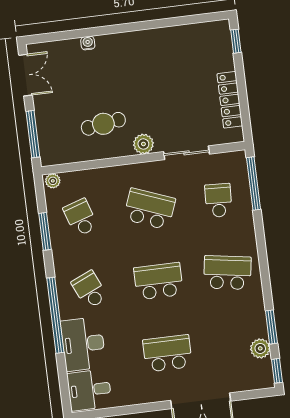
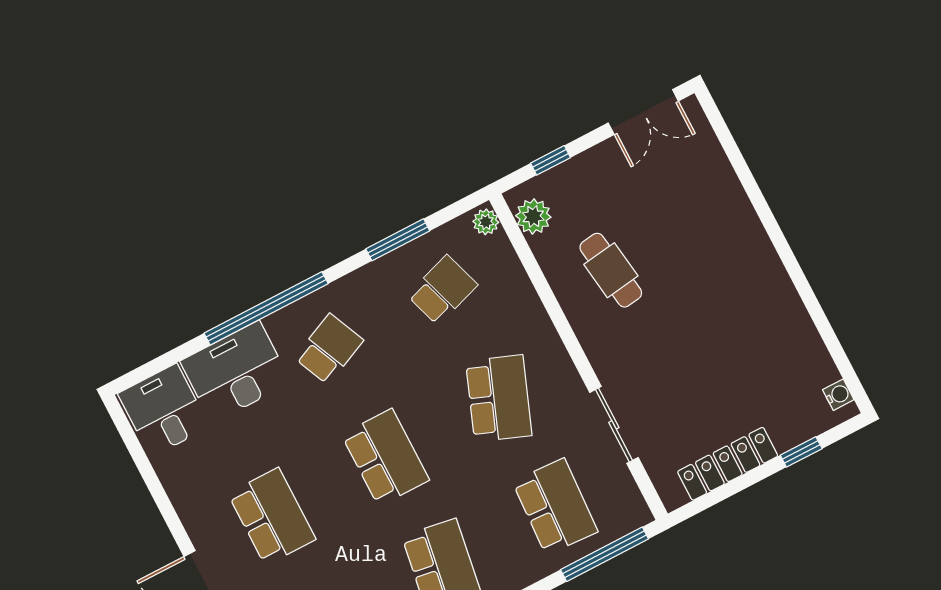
window: (236, 41) -> (801, 452), moved
water cooler: (88, 43) -> (838, 395), moved
window: (33, 134) -> (551, 160), width x0.46
plant: (143, 144) -> (533, 216), moved
school desk: (218, 200) -> (555, 507), width x1.85

